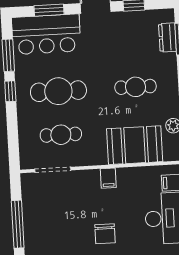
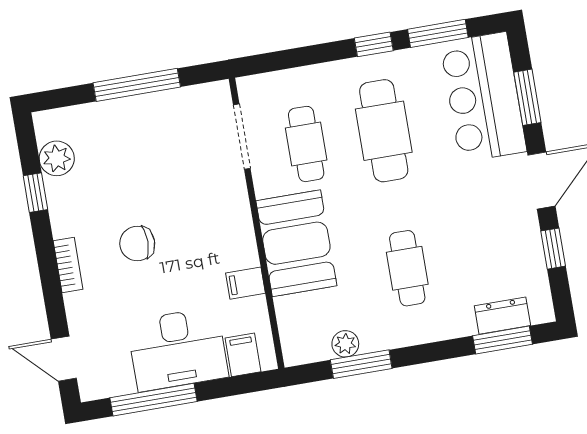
booth: (135, 145) -> (296, 243), moved
filing cabinet: (108, 178) -> (246, 283), moved

